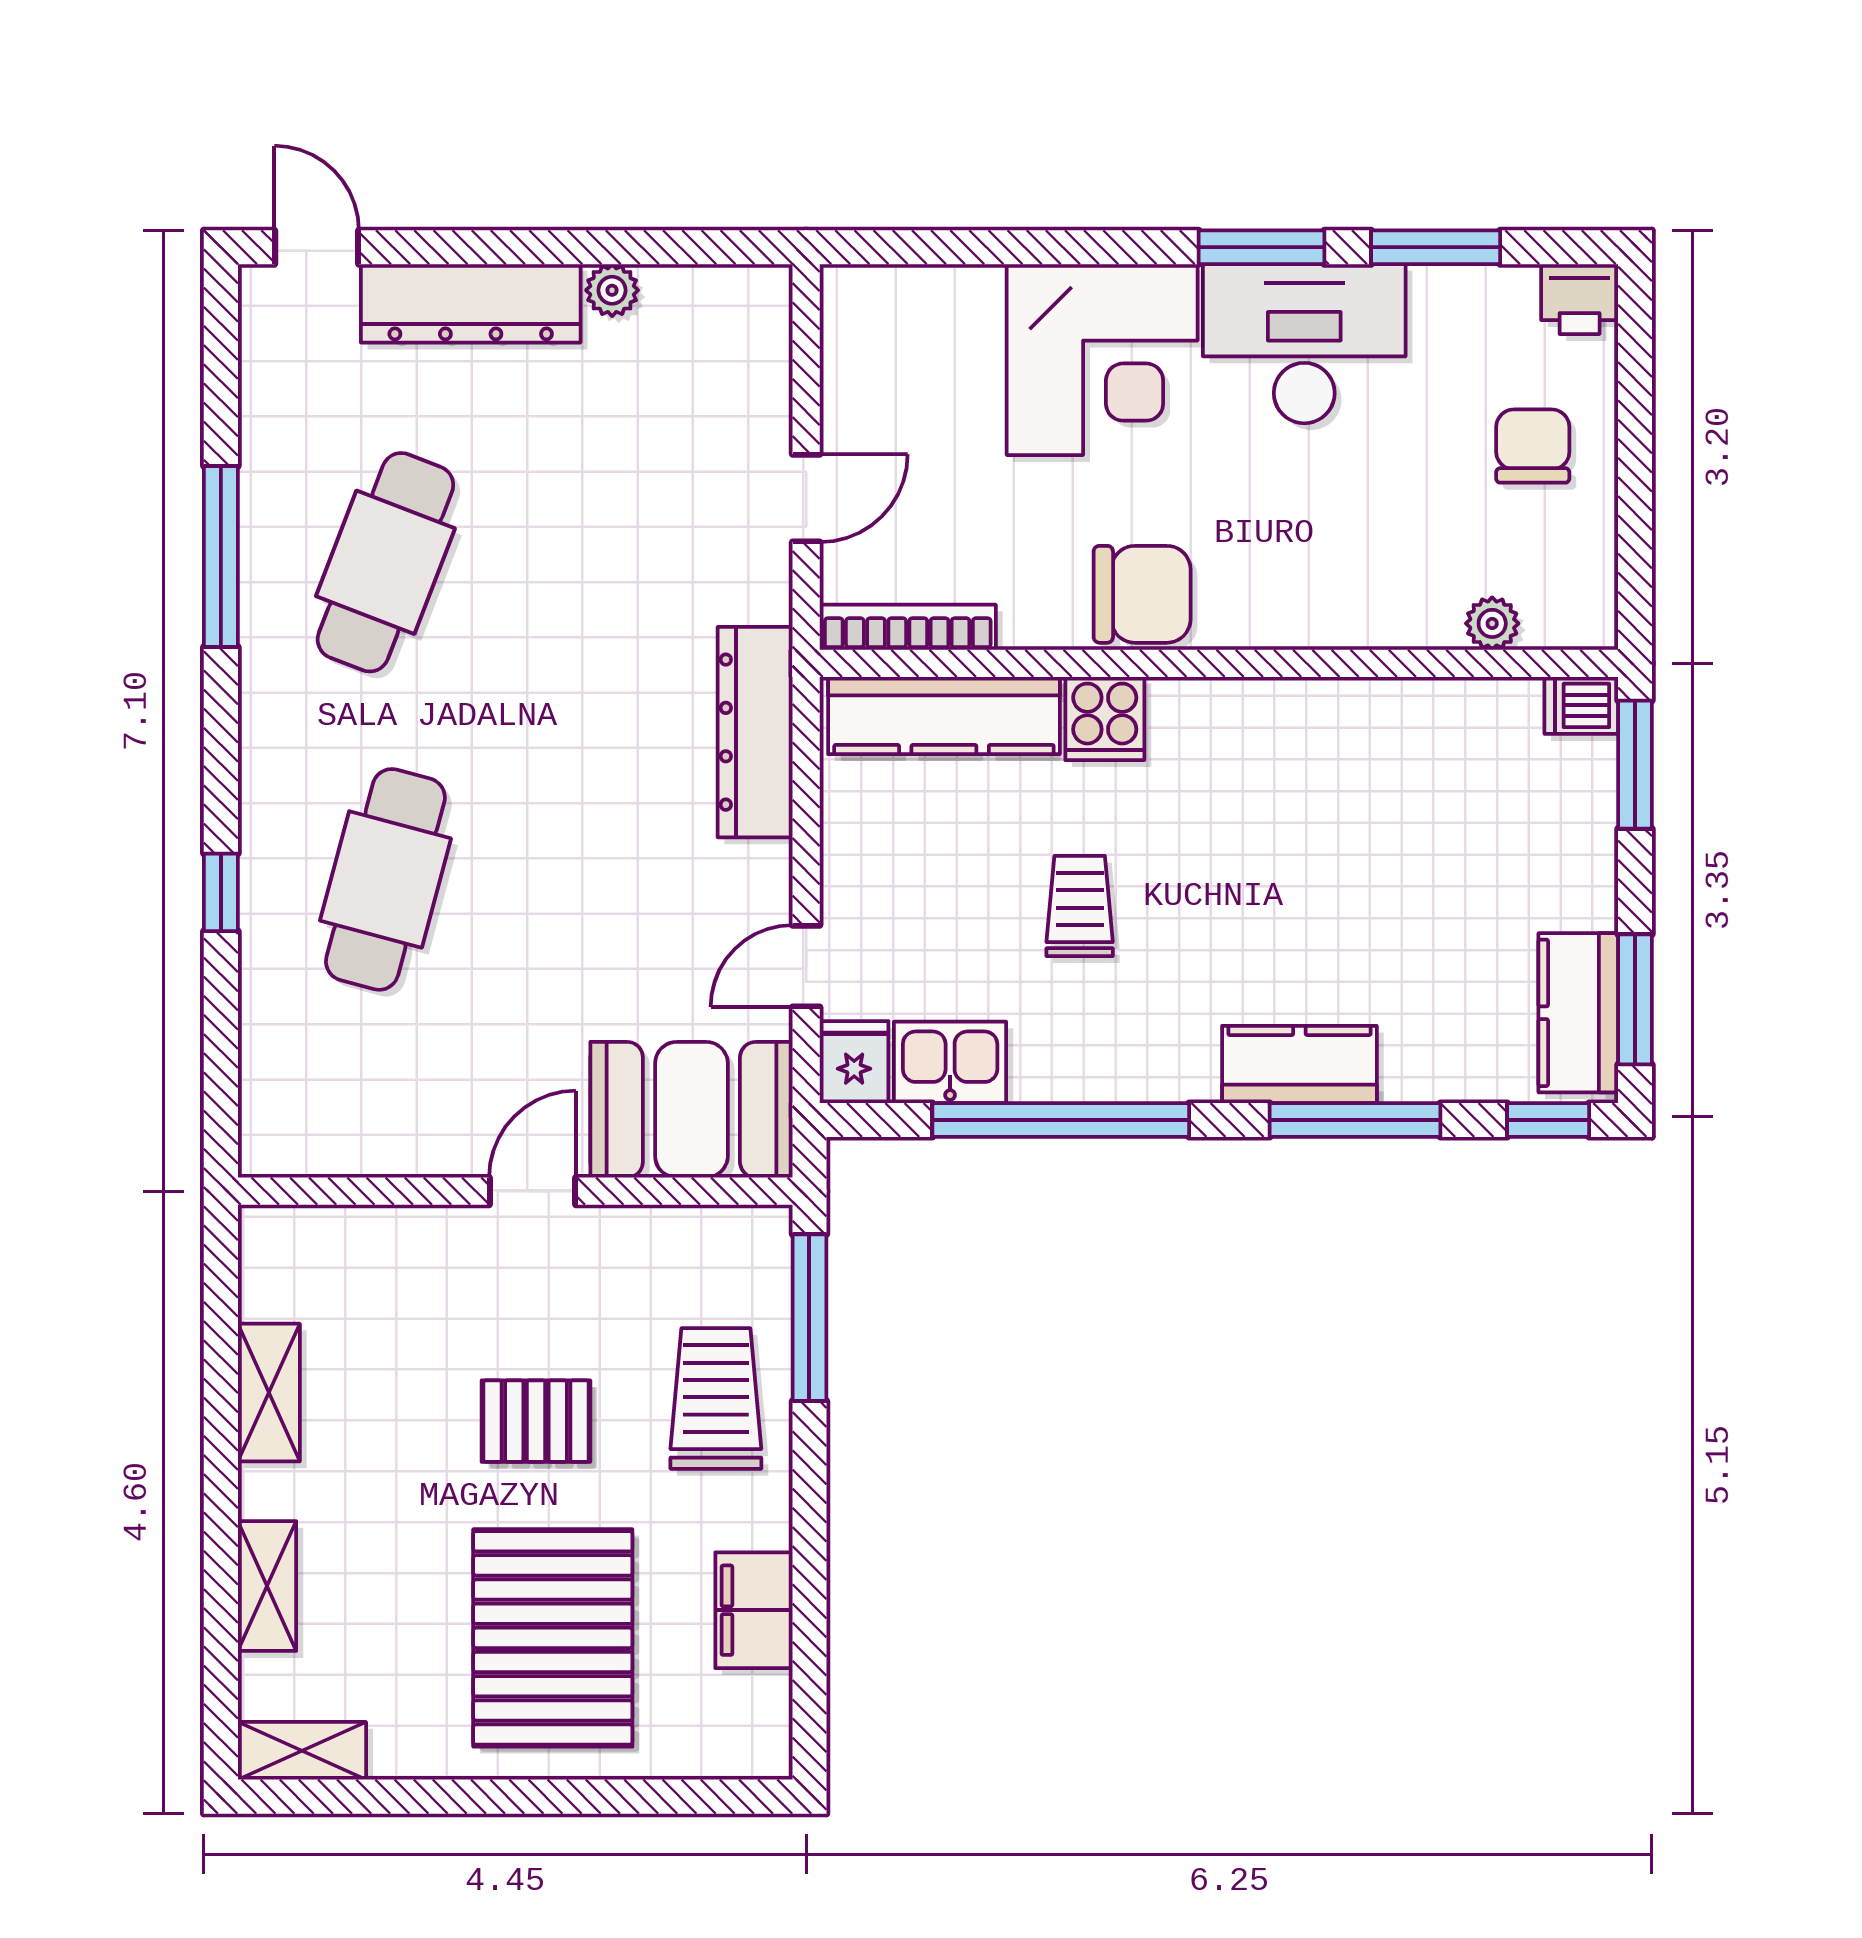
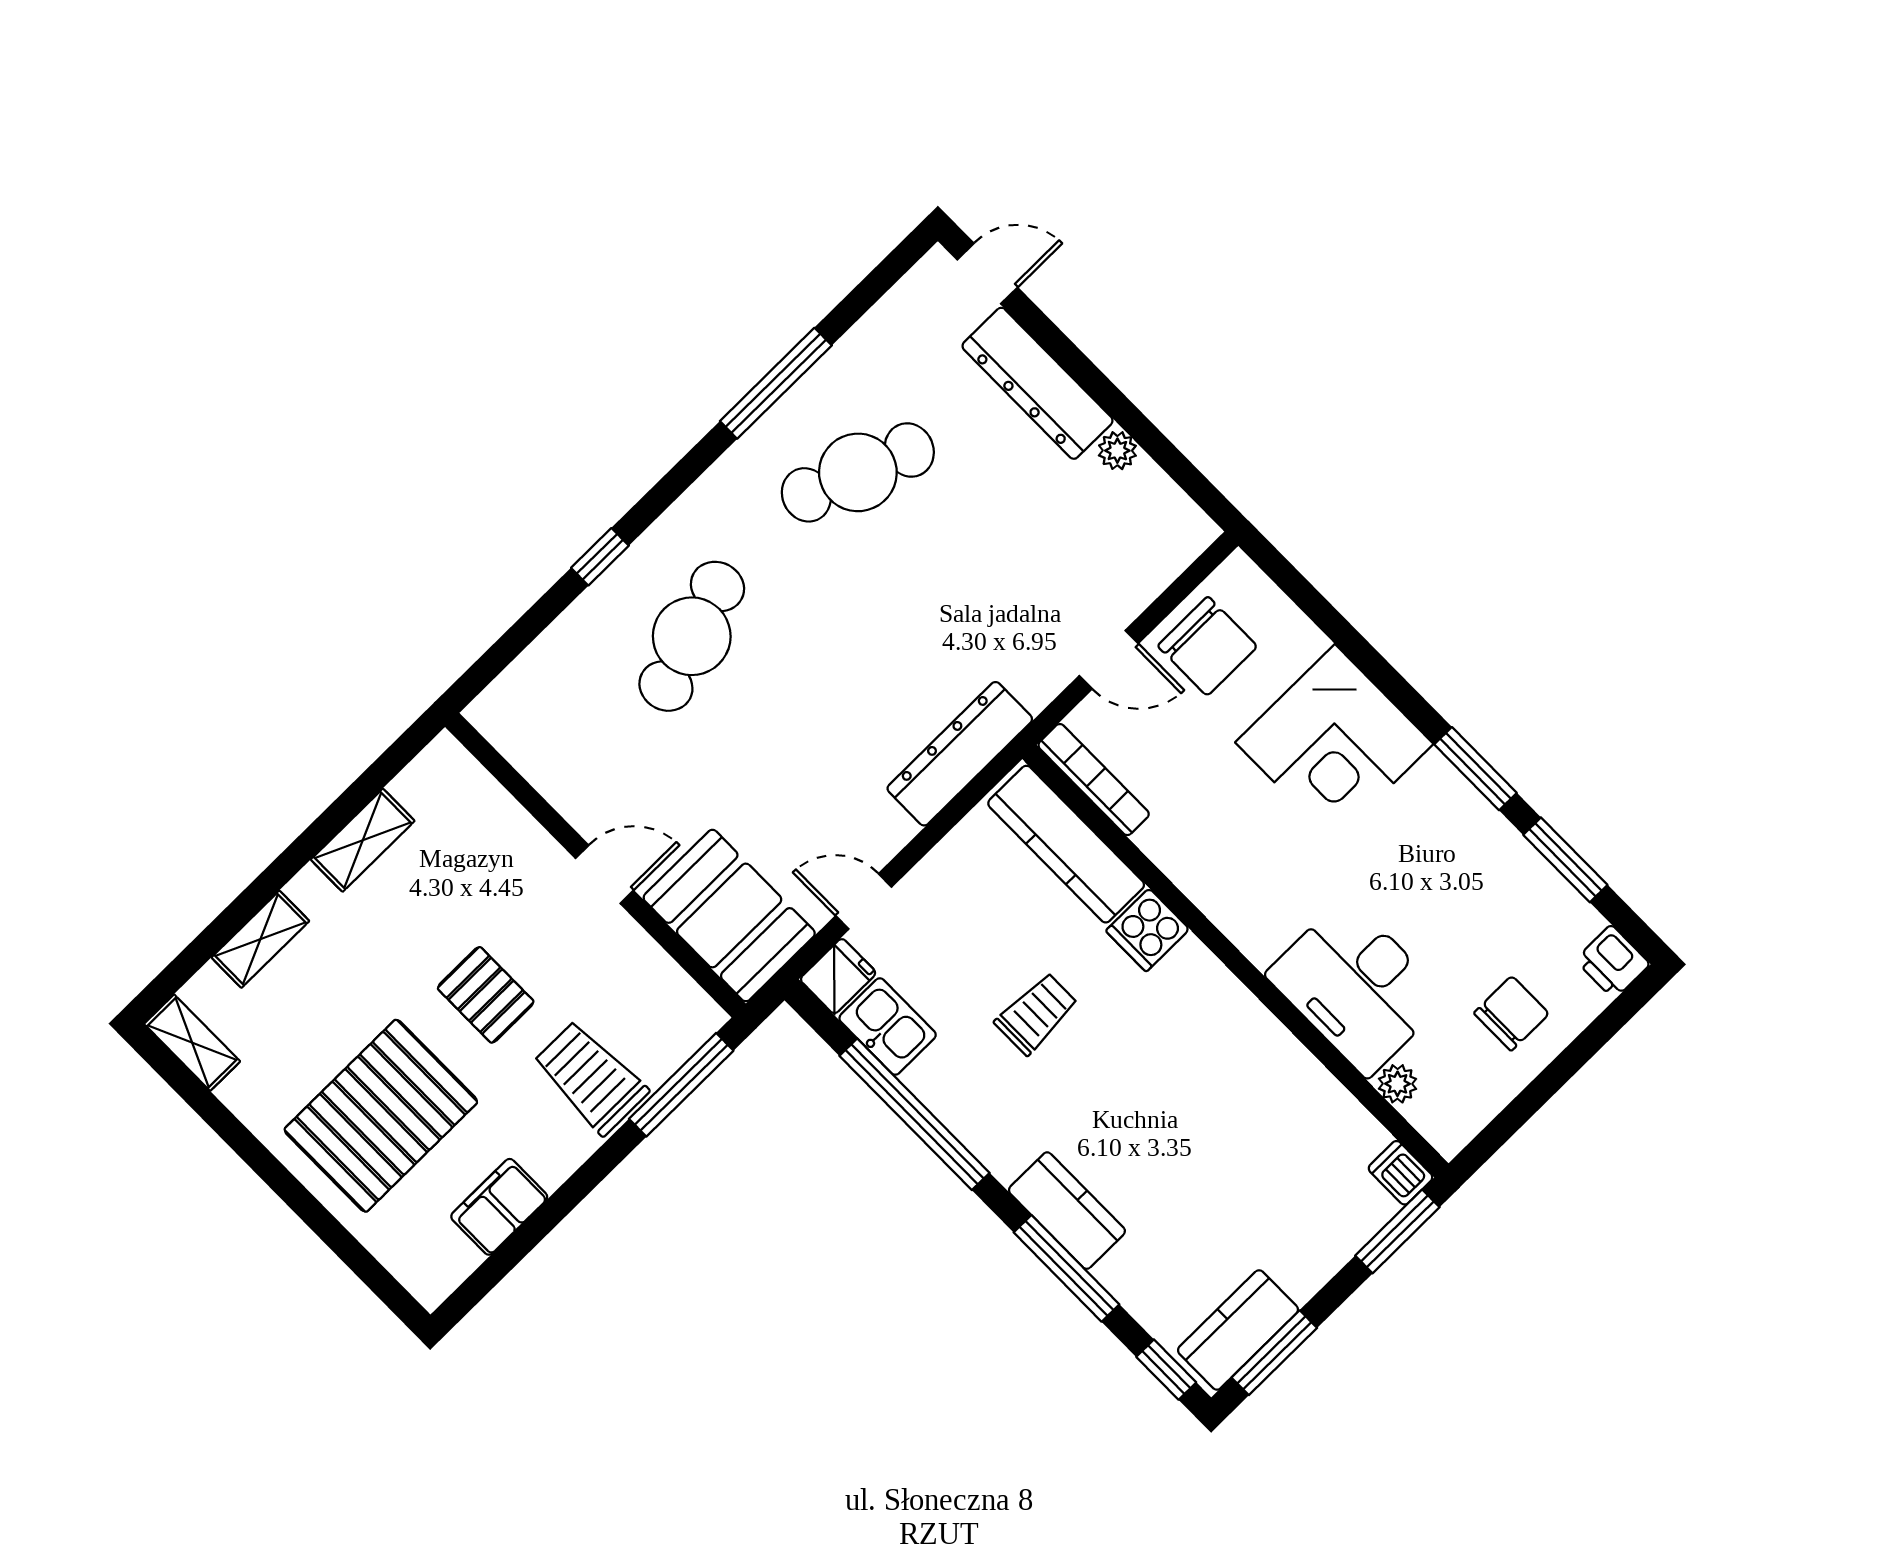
door: (317, 247) -> (987, 274), hinge flipped
desk: (1304, 344) -> (1357, 987), moved, turned 180
chair: (1142, 594) -> (1208, 646), moved
cafe table: (385, 879) -> (692, 636), turned -33
trolley: (716, 1398) -> (591, 1077), turned -90

